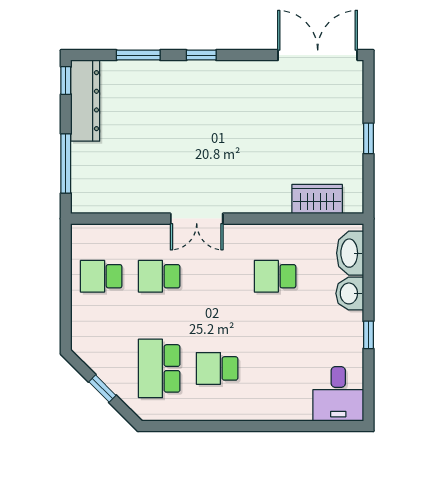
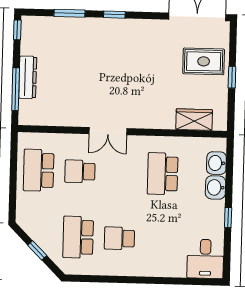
dresser: (85, 101) -> (28, 77), moved, width x0.73, depth x0.80
rug: (328, 117) -> (204, 61), added
washbasin: (350, 253) -> (216, 163), width x0.72
school desk: (101, 276) -> (39, 170), width x1.85
school desk: (275, 276) -> (163, 174), width x1.85

